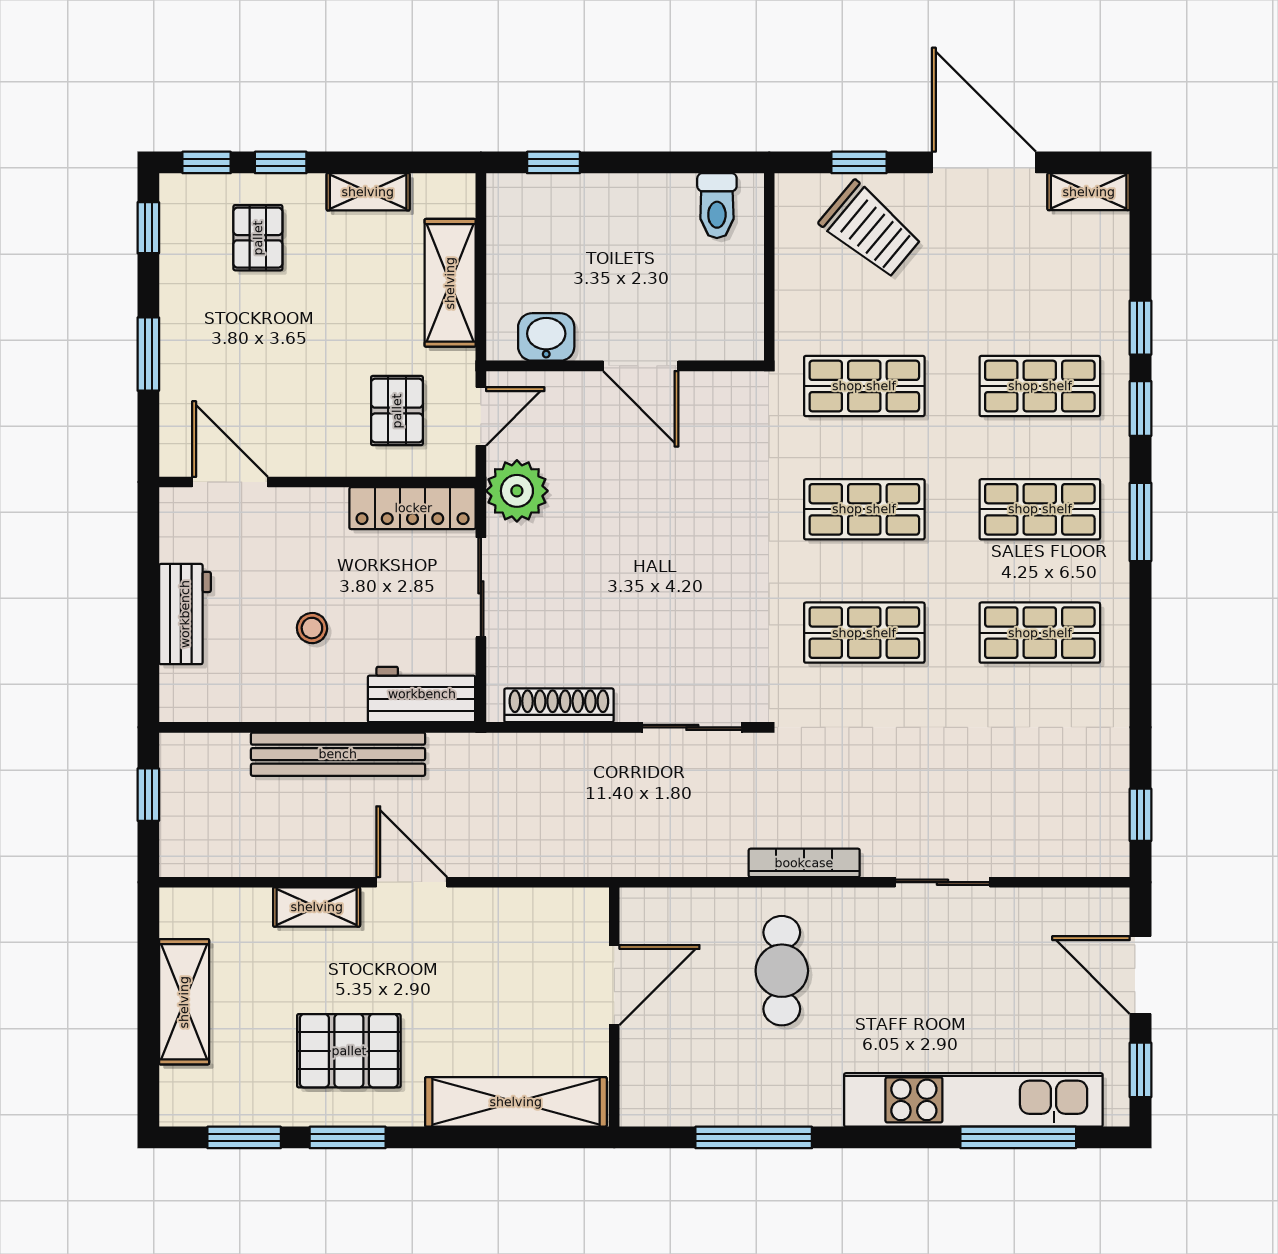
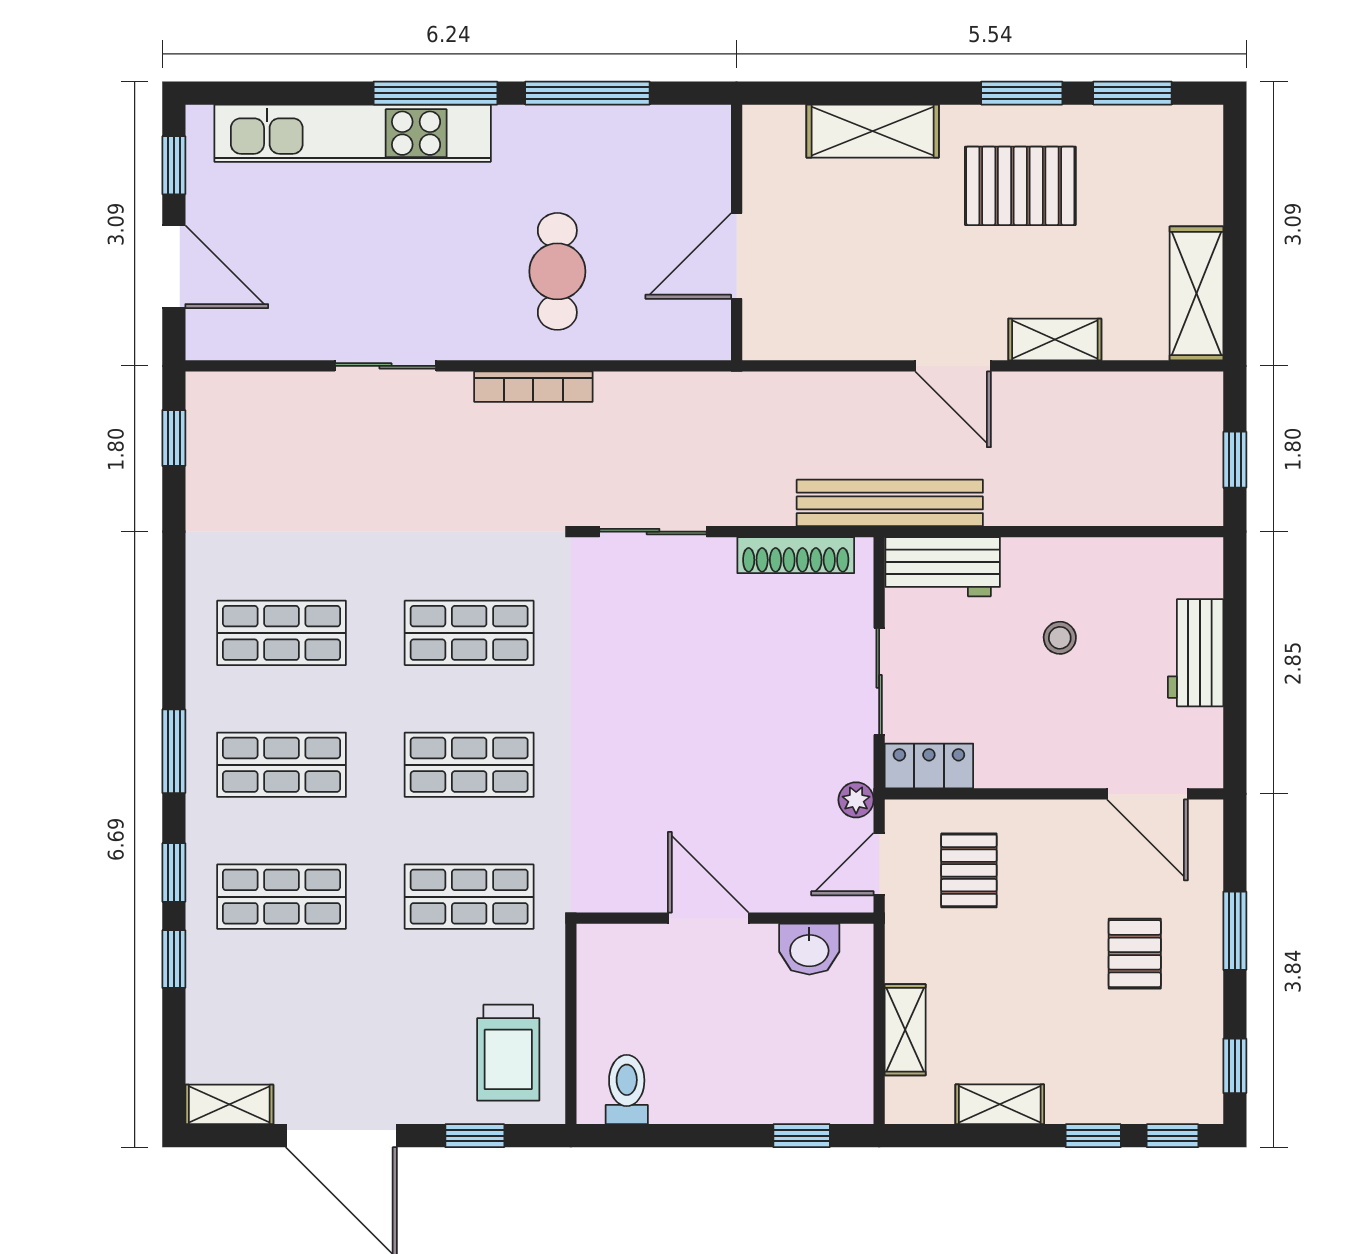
trolley: (871, 230) -> (508, 1053), moved, turned -130
pallet: (258, 238) -> (1135, 954), moved
shelving: (450, 283) -> (905, 1030), width x0.67, depth x0.75
plant: (517, 491) -> (856, 800), width x0.53, depth x0.53
locker: (413, 508) -> (929, 766), width x0.66
bench: (338, 754) -> (890, 503), moved
shelving: (184, 1002) -> (1197, 293), moved
shelving: (516, 1102) -> (873, 131), width x0.68
window: (1018, 1137) -> (435, 93), moved

